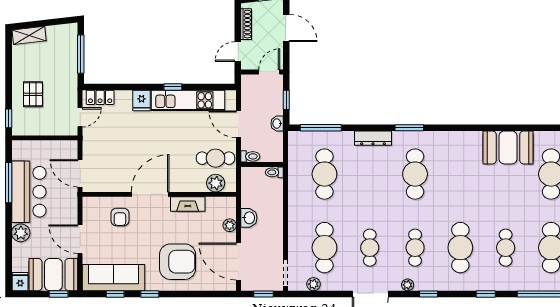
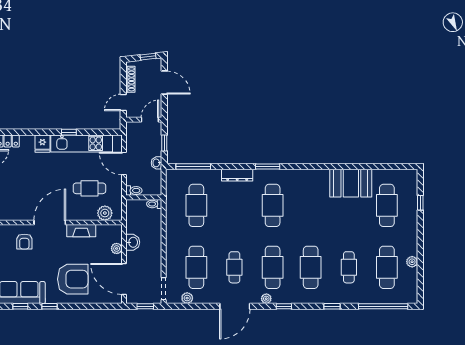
cafe table: (216, 158) -> (89, 188), moved
cafe table: (415, 248) -> (273, 267), width x1.37, depth x1.35

